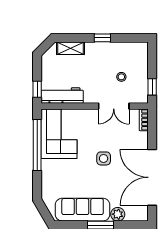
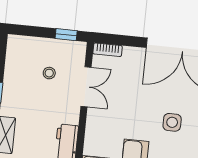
side table: (104, 158) -> (172, 122), moved

